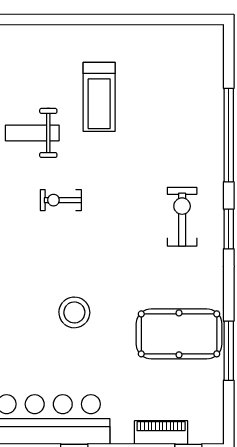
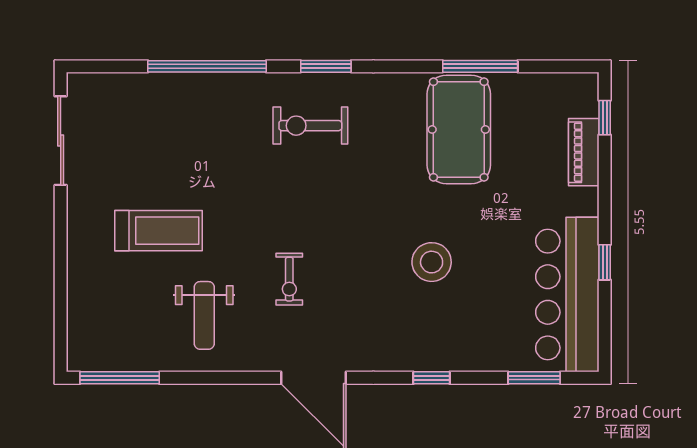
sliding door: (170, 20) -> (61, 141), added

